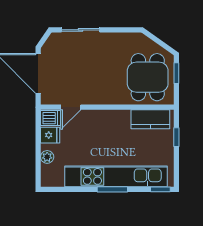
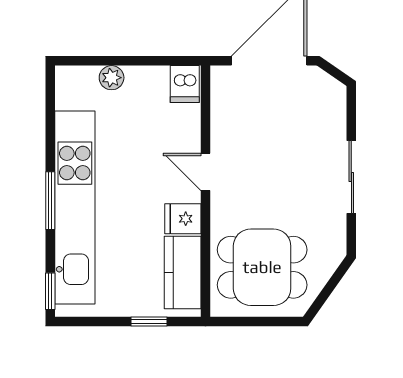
sliding door: (81, 30) -> (351, 177), moved
window: (176, 73) -> (270, 322), removed
door: (71, 107) -> (205, 172), moved
fridge: (50, 135) -> (183, 219), moved, turned 90

